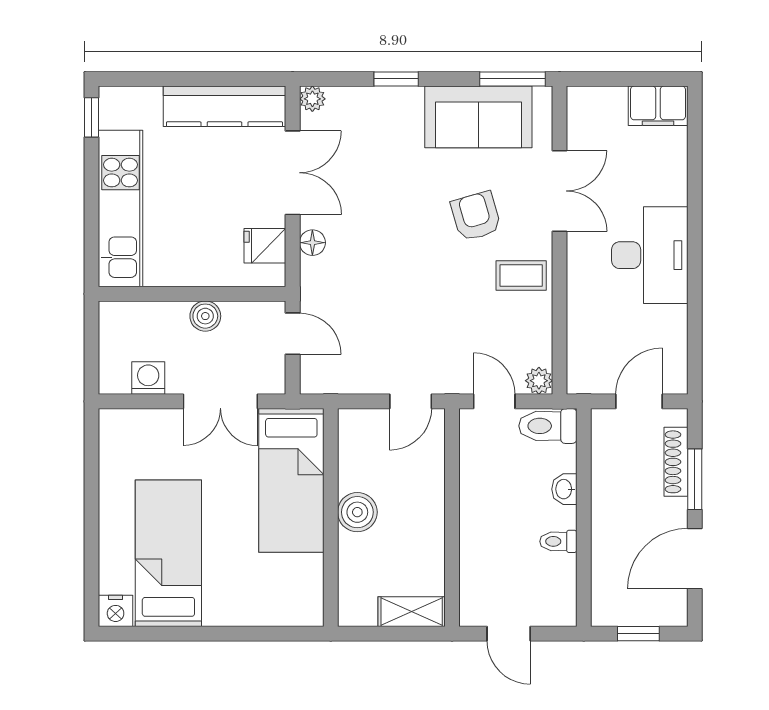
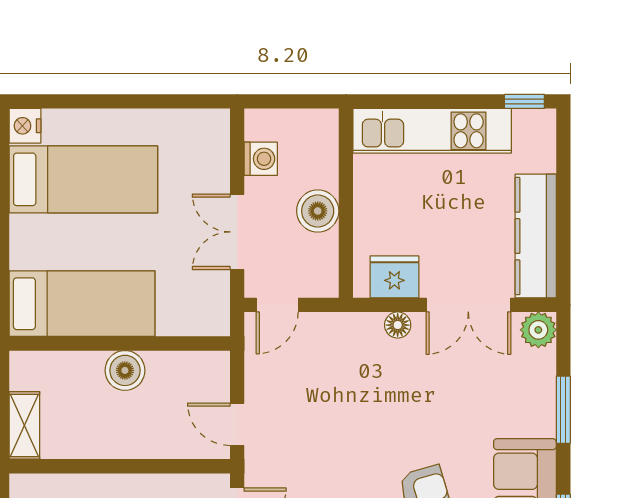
window: (396, 79) -> (563, 410), width x1.50
plant: (312, 99) -> (538, 330), width x1.38, depth x1.38
fridge: (265, 246) -> (394, 277), width x1.38
boiler: (205, 316) -> (318, 211), width x1.36, depth x1.36
door: (293, 334) -> (277, 305), moved
bed: (291, 480) -> (82, 304), moved, turned 180

